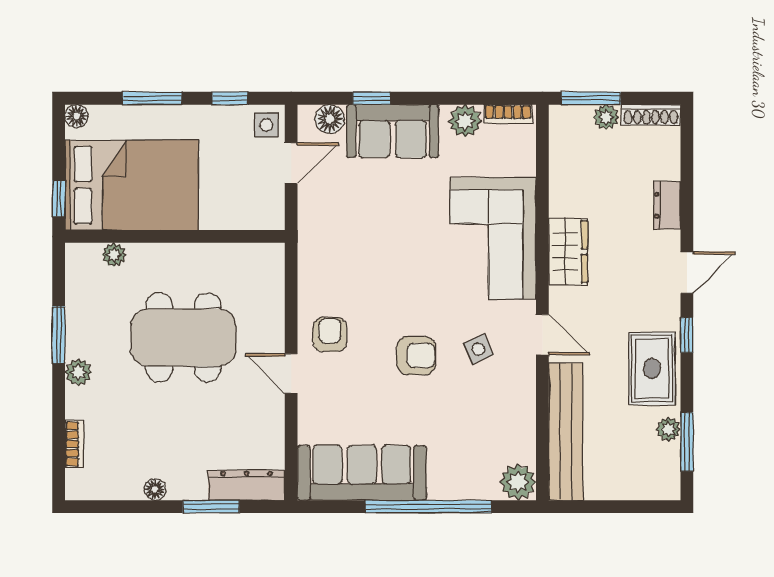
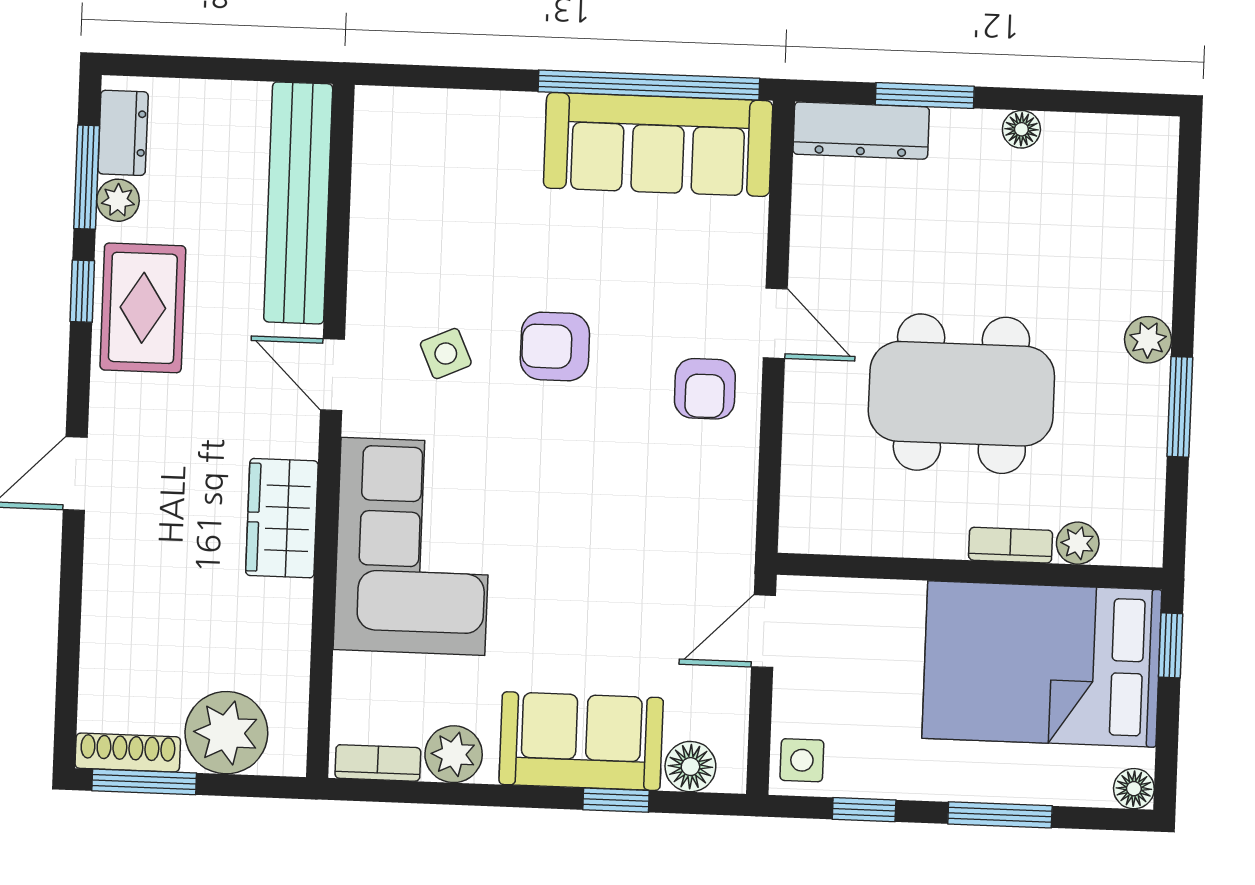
window: (591, 98) -> (144, 782), moved
plant: (606, 117) -> (226, 733), width x1.87, depth x1.87
door: (291, 163) -> (763, 631), moved
dresser: (667, 205) -> (123, 133), moved
window: (687, 335) -> (82, 291), moved
bookcase: (74, 444) -> (1011, 545), moved, turned 90
plant: (518, 482) -> (385, 118), removed
window: (428, 507) -> (649, 85), moved

